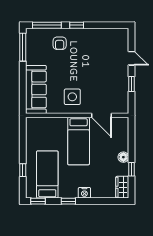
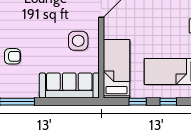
bed: (79, 141) -> (116, 69), moved, turned -90
window: (23, 145) -> (138, 102), added

